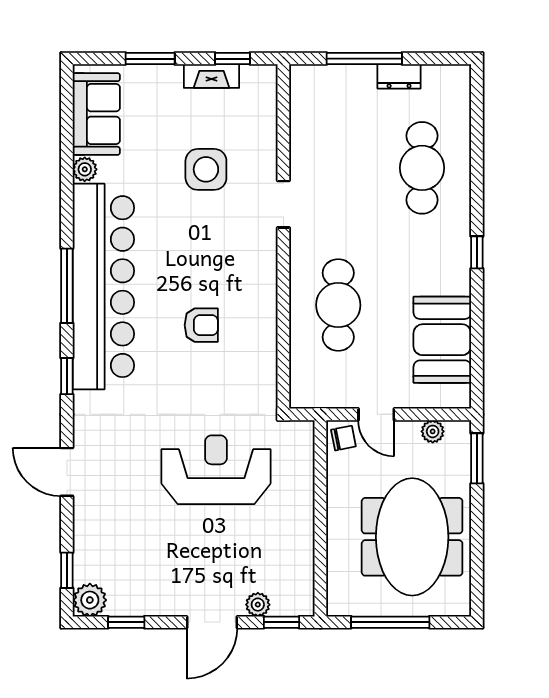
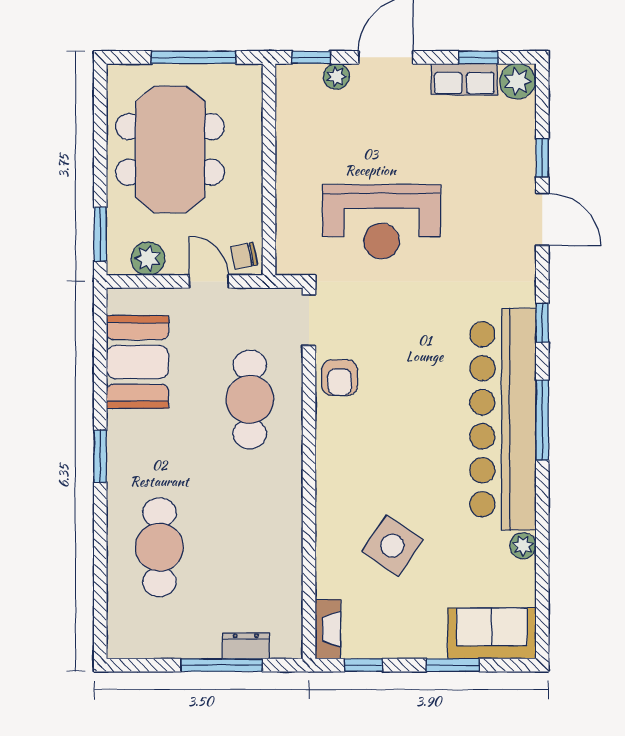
fireplace: (211, 76) -> (328, 629), moved, turned 90
dresser: (399, 76) -> (246, 646), moved
sofa: (96, 114) -> (492, 633), moved, turned 90
side table: (206, 169) -> (392, 546), turned 34
doorway: (283, 204) -> (309, 320), moved
window: (477, 252) -> (100, 456), width x1.50
armchair: (201, 325) -> (340, 378), moved, turned -90
plant: (433, 431) -> (148, 258), width x1.38, depth x1.38
window: (67, 570) -> (542, 158), moved
row of seats: (139, 602) -> (464, 79), added

